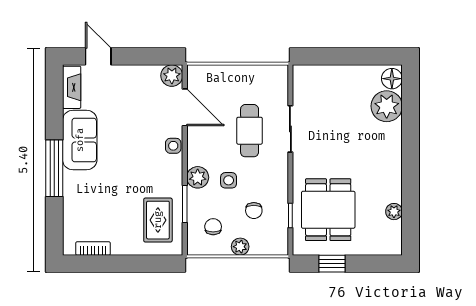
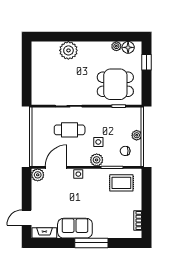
floor lamp: (392, 79) -> (128, 47), moved
plant: (387, 106) -> (68, 50), moved
chair: (254, 211) -> (116, 127), removed
window: (332, 264) -> (147, 62), moved

